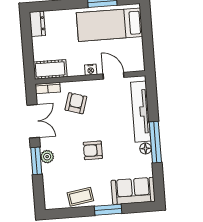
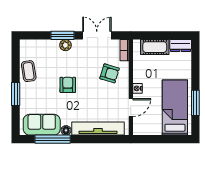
cot: (50, 69) -> (155, 47), moved, turned 90
double door: (33, 121) -> (97, 35), swing flipped
window: (155, 142) -> (53, 139), moved
sofa: (133, 191) -> (42, 125), moved, turned -90

